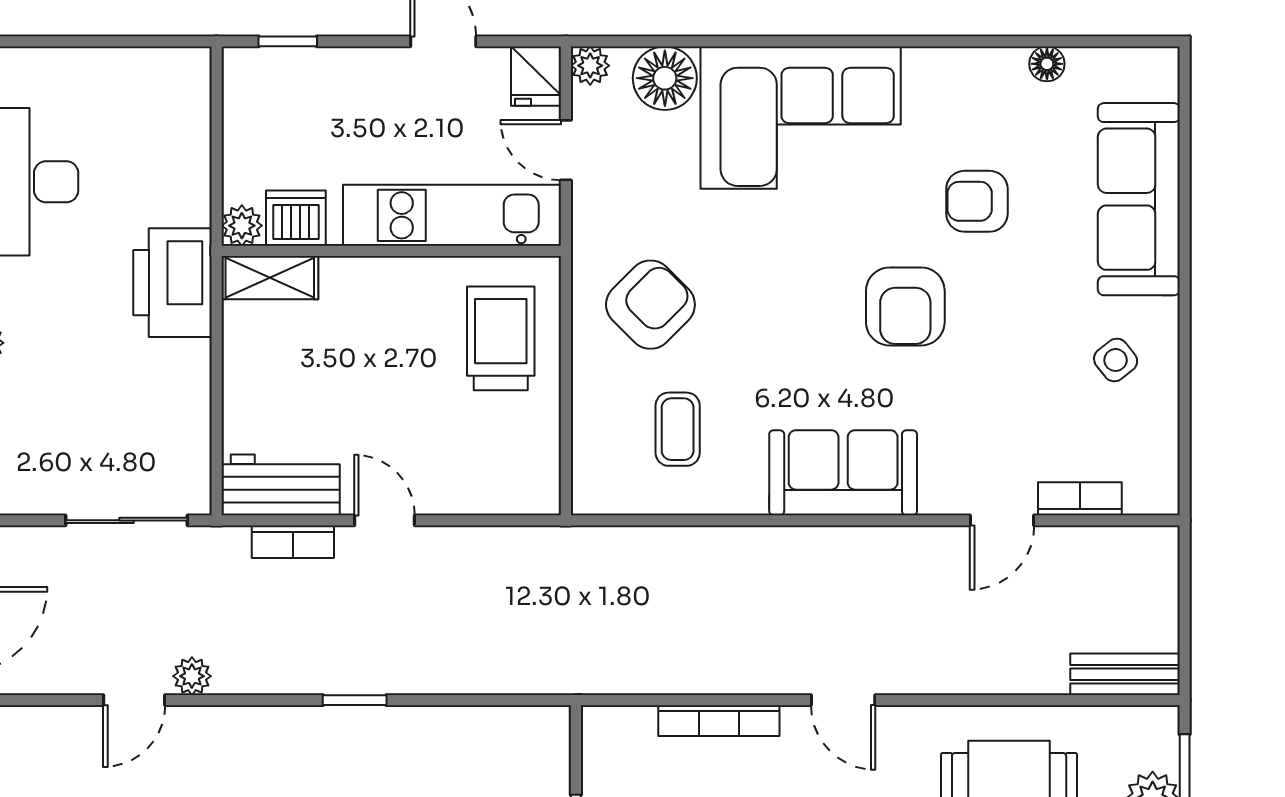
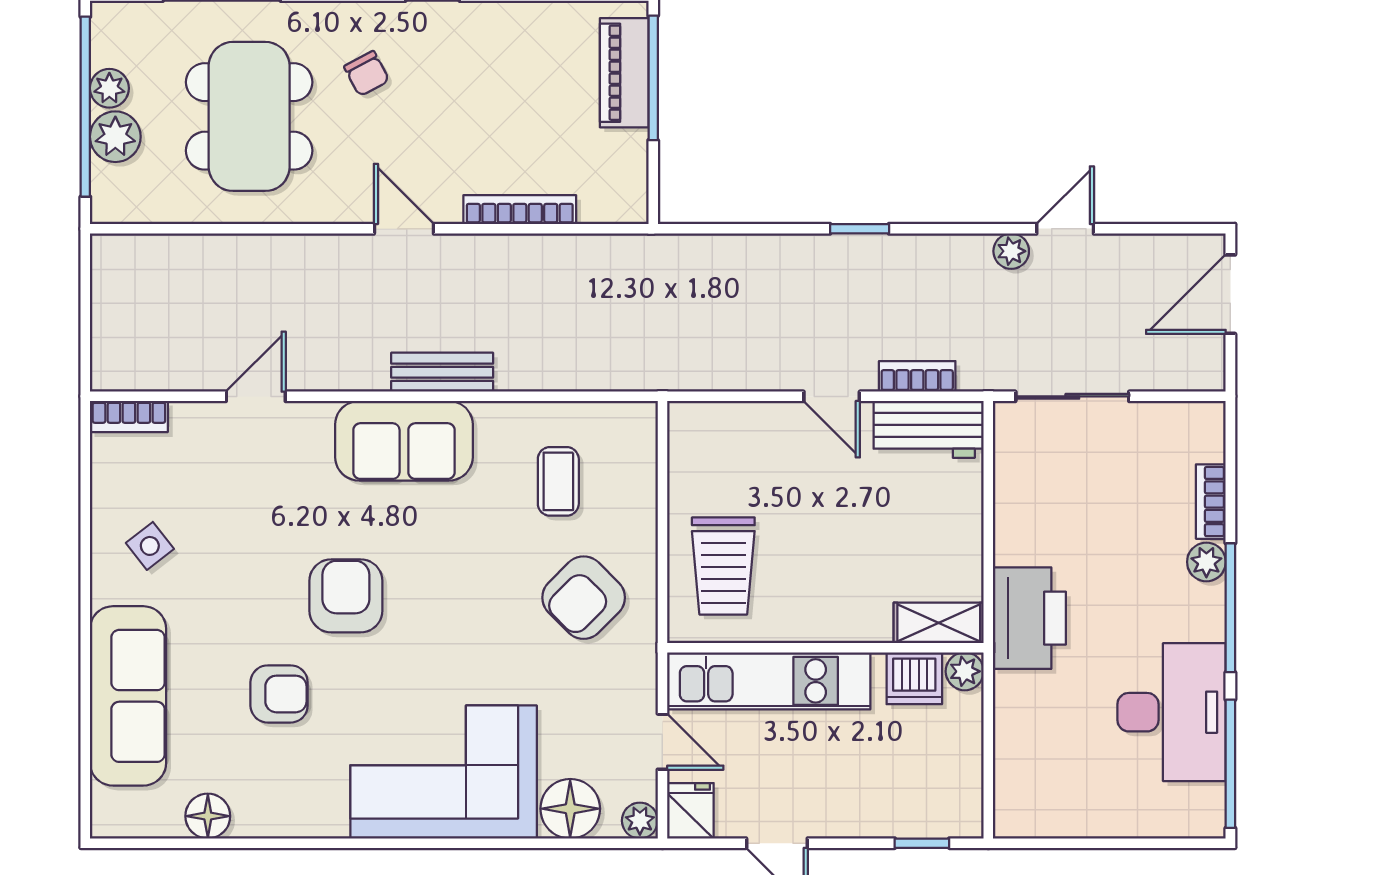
floor lamp: (1047, 64) -> (208, 816), width x1.37, depth x1.37
bookcase: (1080, 499) -> (129, 417), moved
bench: (1125, 674) -> (442, 372), moved

